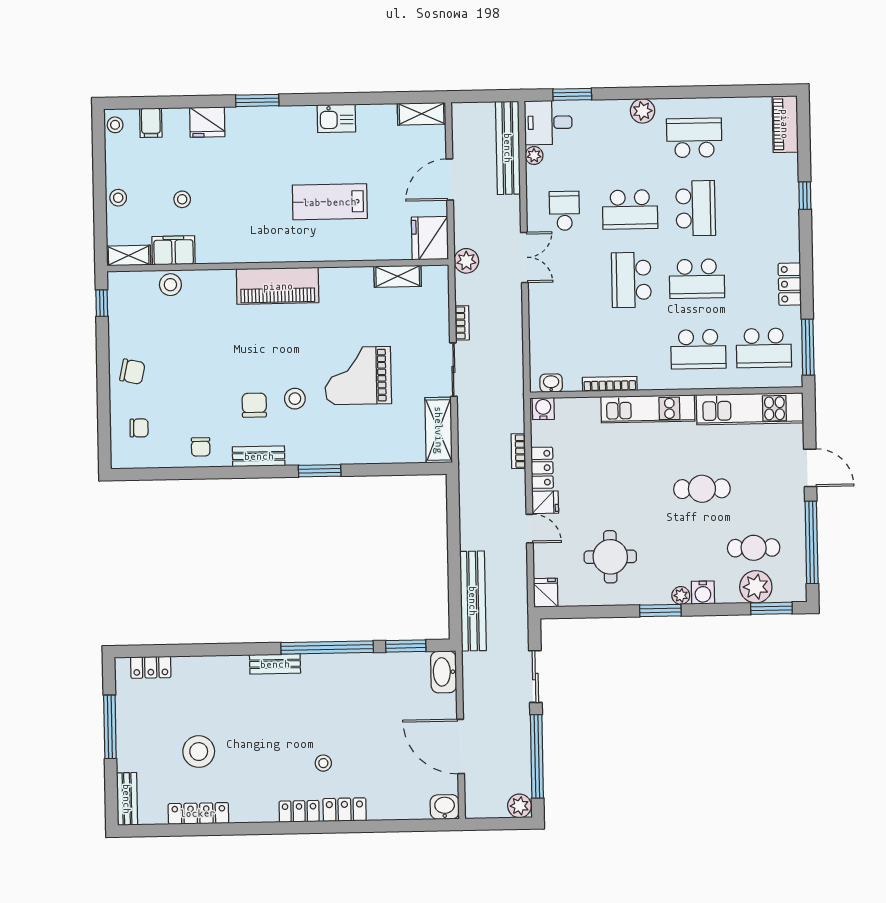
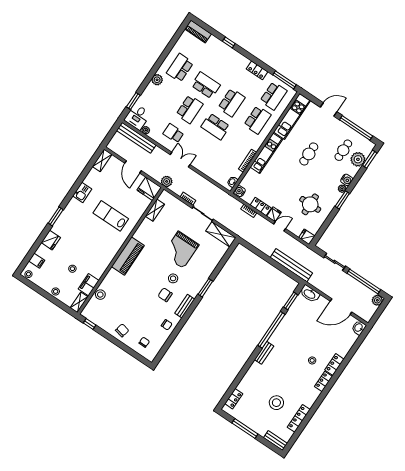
lab bench: (330, 202) -> (111, 216), turned 90

